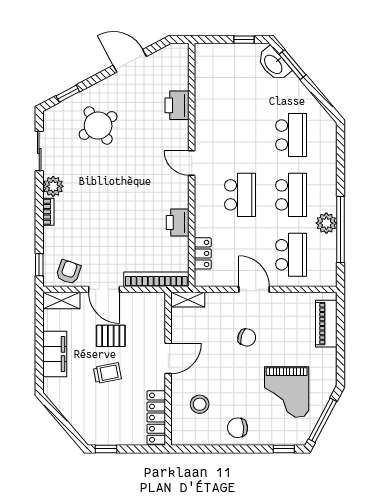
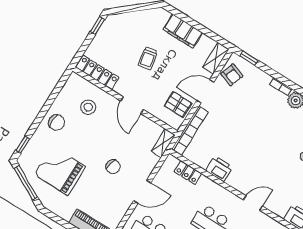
pallet: (111, 336) -> (178, 105), moved, turned 90
chair: (247, 337) -> (113, 167), turned -93
chair: (237, 428) -> (57, 123), turned 94

